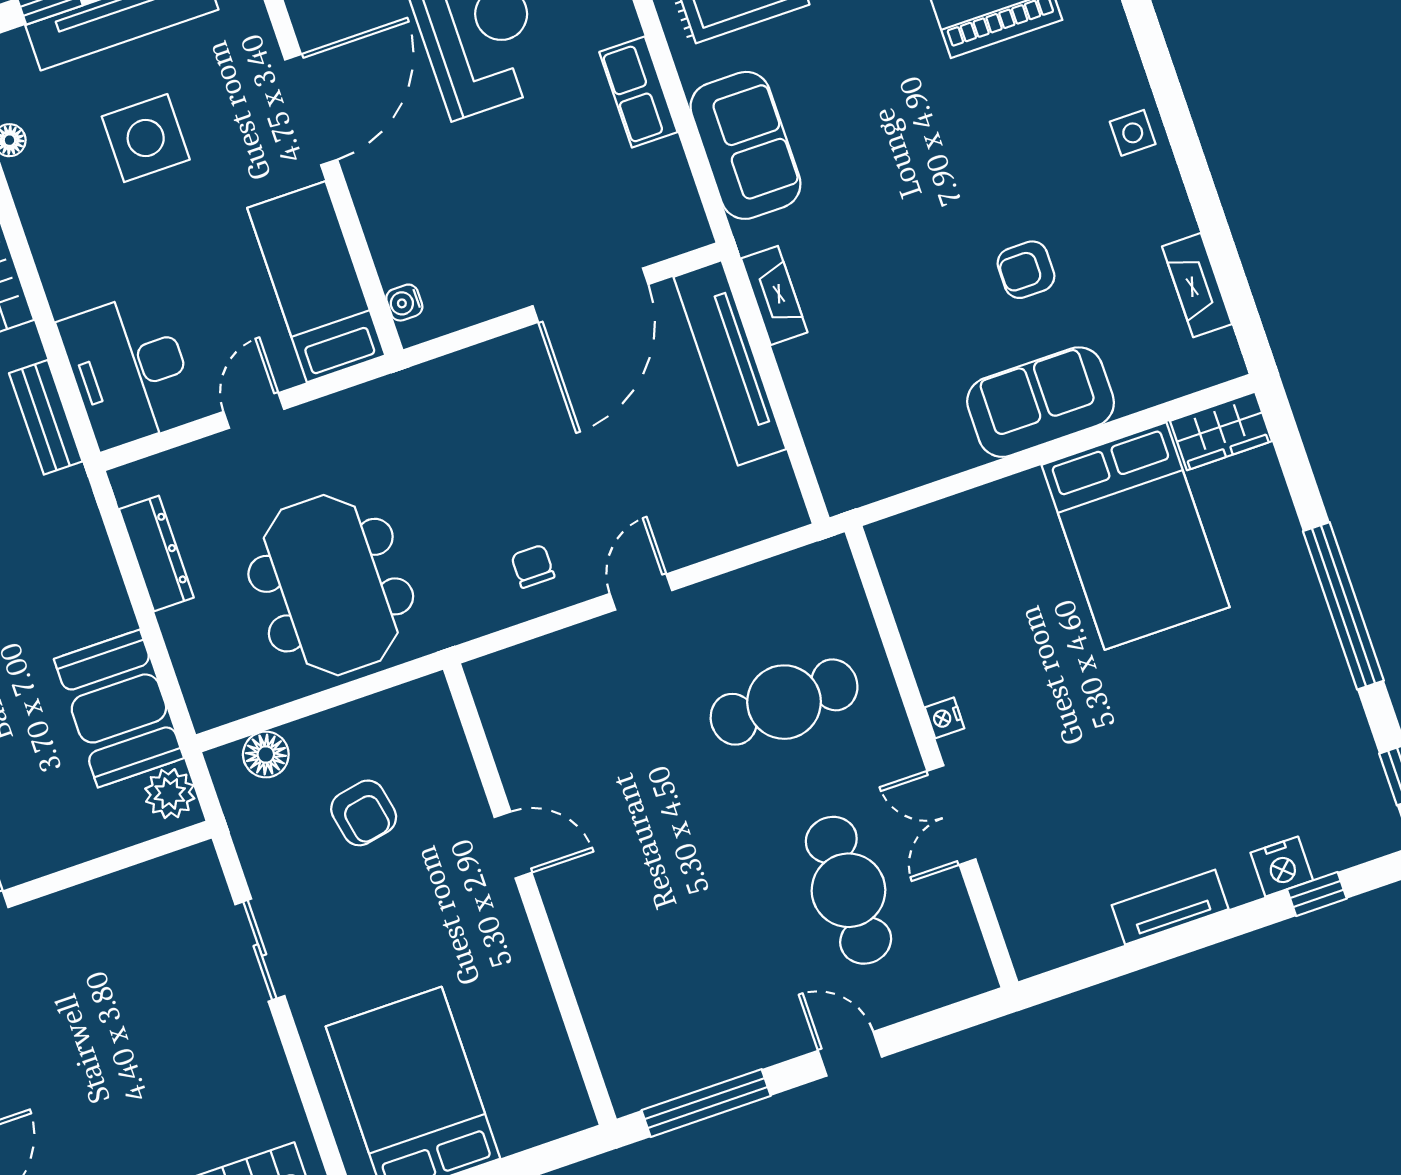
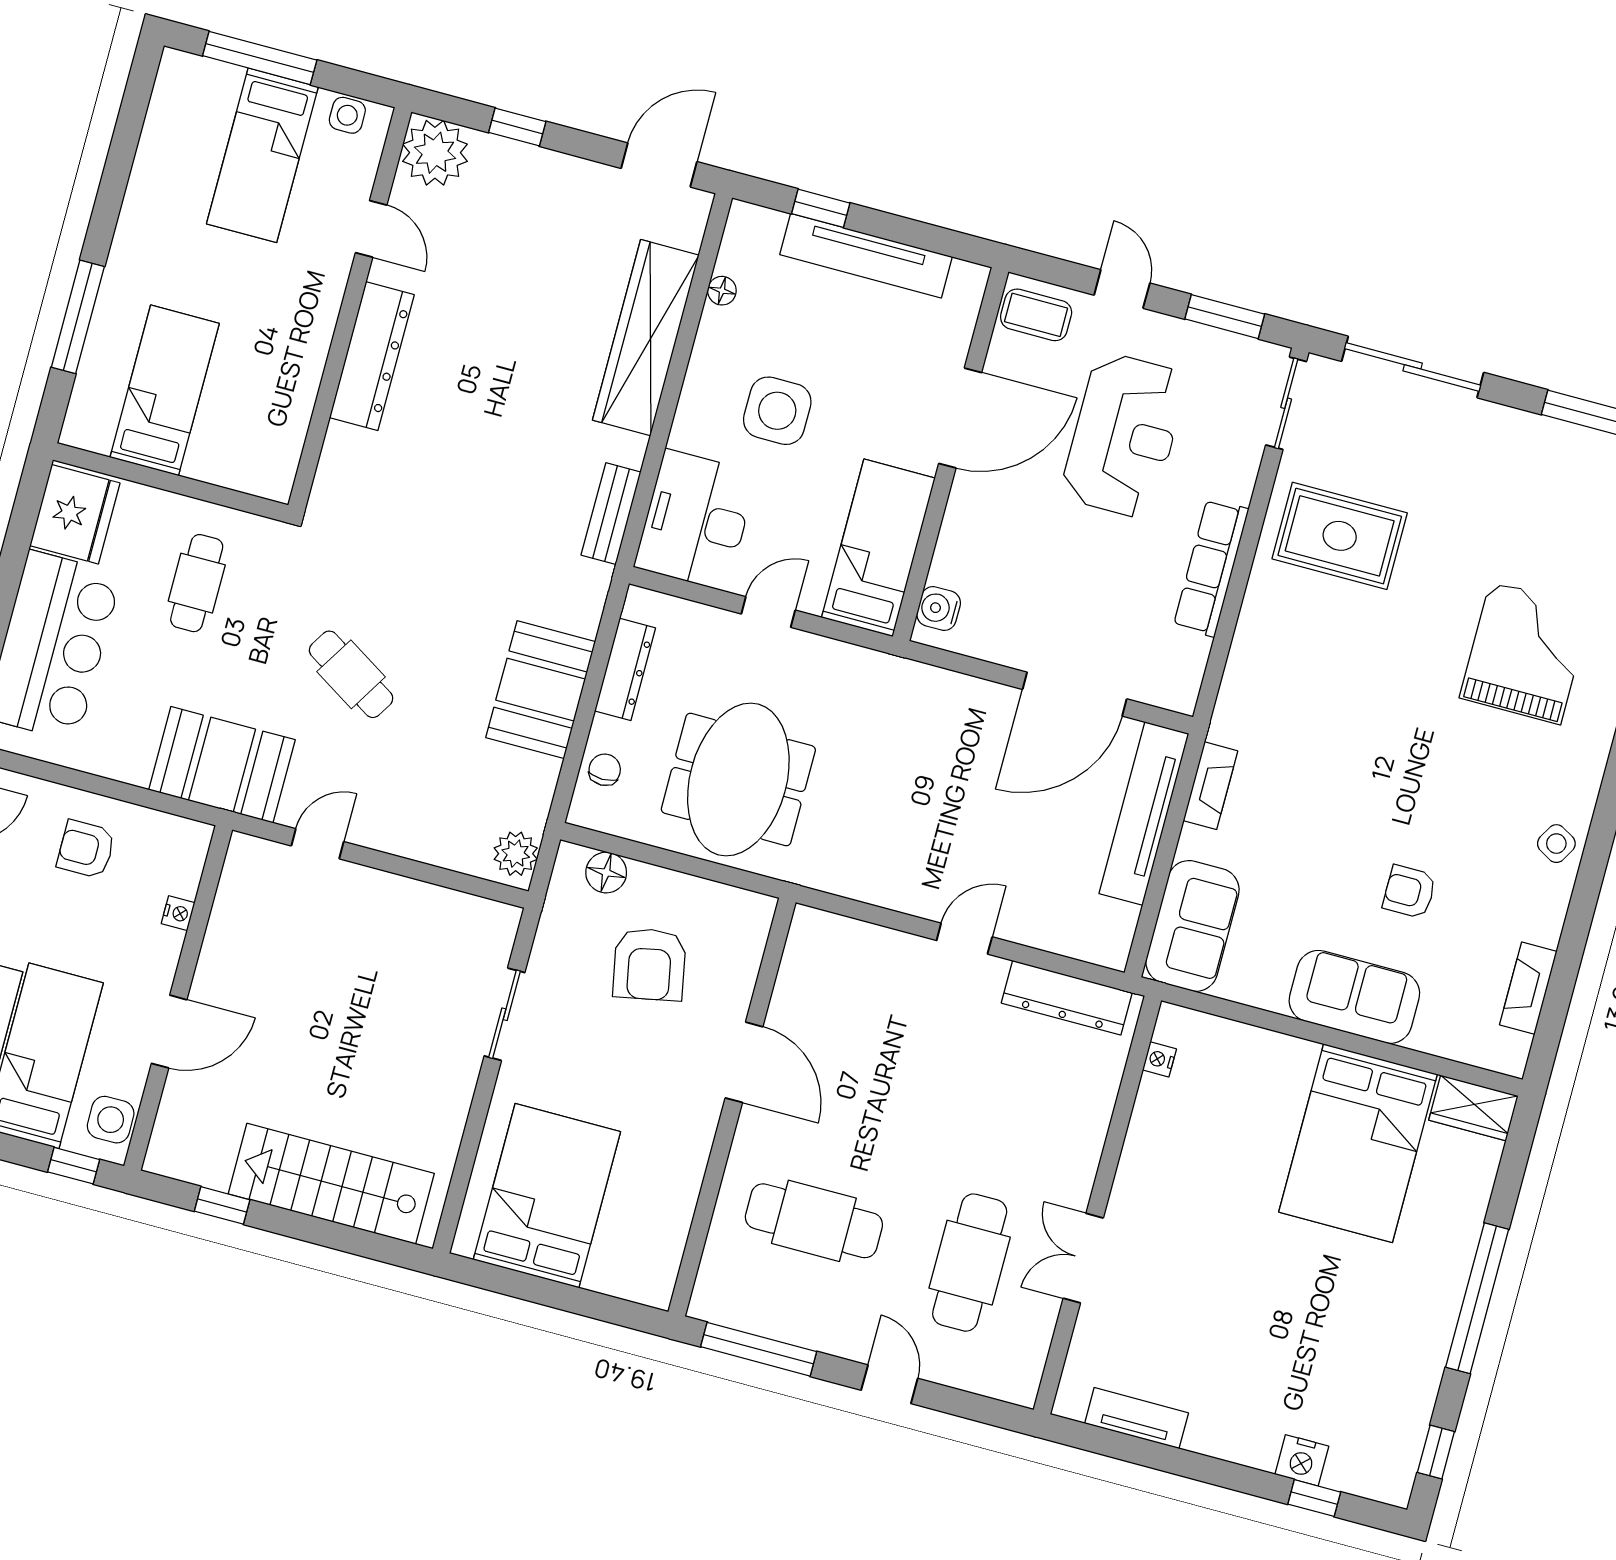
row of seats: (638, 92) -> (1211, 568), width x1.48
side table: (1133, 133) -> (1556, 844), turned 30
side table: (146, 138) -> (777, 411), moved
sofa: (745, 145) -> (1193, 926), moved
water cooler: (404, 303) -> (939, 608), width x1.38, depth x1.38
chair: (533, 566) -> (605, 770), moved
dresser: (773, 583) -> (1067, 998), added
cafe table: (784, 702) -> (814, 1221), moved
booth: (119, 708) -> (541, 690), moved
nightstand: (944, 718) -> (1159, 1059), moved
armchair: (364, 813) -> (649, 964), width x1.38, depth x1.38
door: (513, 845) -> (744, 1062), width x1.38
tv unit: (1170, 907) -> (1137, 1418), moved

